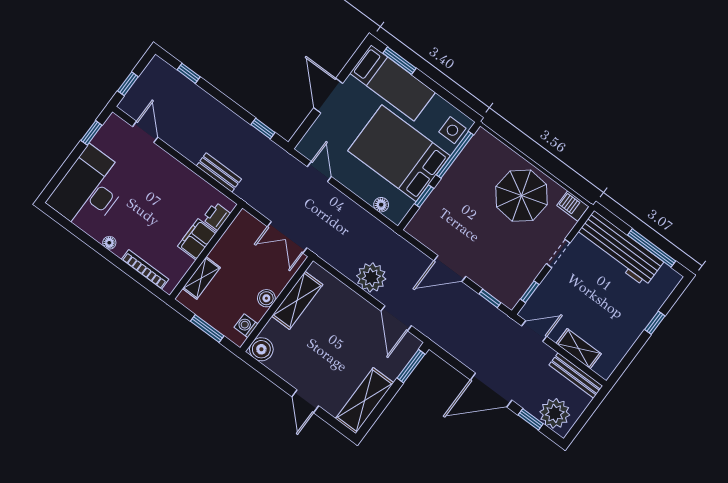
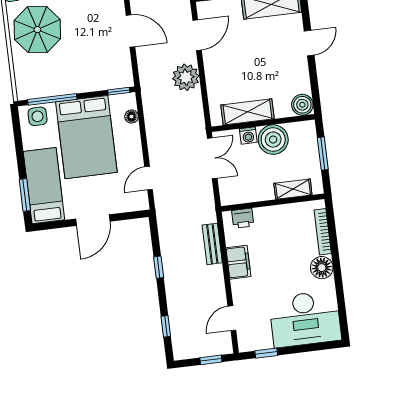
window: (263, 128) -> (159, 267), moved
window: (424, 196) -> (119, 91), moved
filing cabinet: (197, 239) -> (238, 262), moved, turned -90
floor lamp: (109, 243) -> (322, 268), width x1.89, depth x1.89
boiler: (266, 298) -> (273, 140), width x1.86, depth x1.86
washing machine: (246, 326) -> (248, 136), moved

